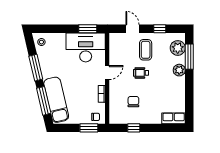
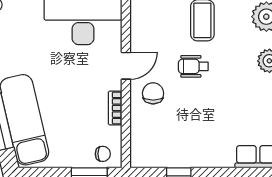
chair: (133, 102) -> (153, 93), moved

